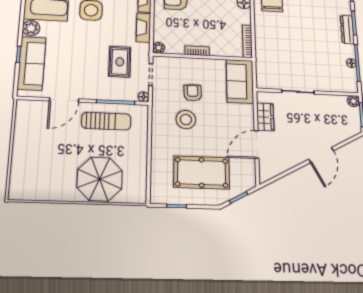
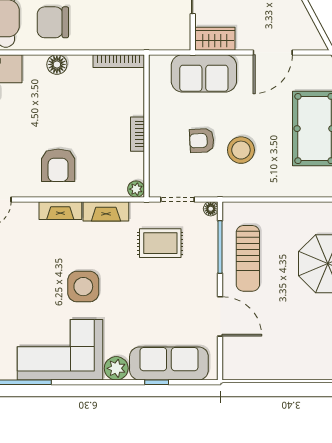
sofa: (240, 81) -> (204, 73), moved
wardrobe: (265, 117) -> (215, 39), moved
sun lounger: (106, 121) -> (248, 258), turned 180
door: (257, 145) -> (273, 52), hinge flipped

